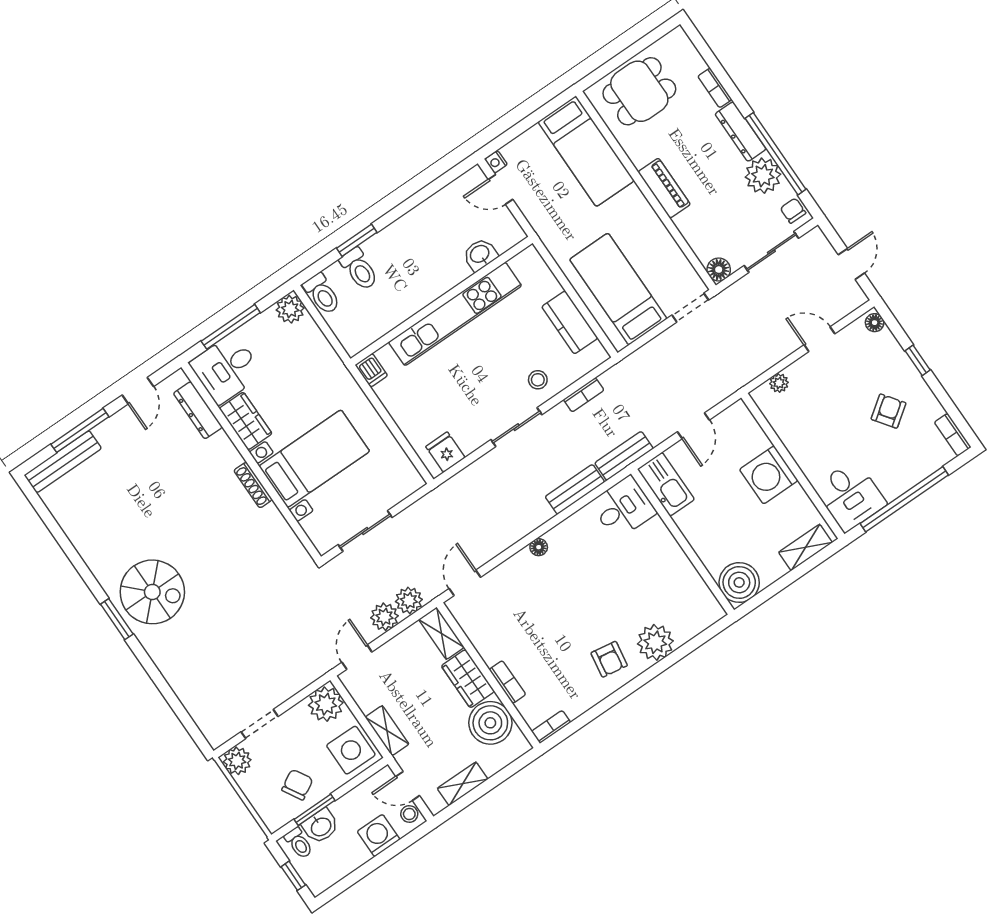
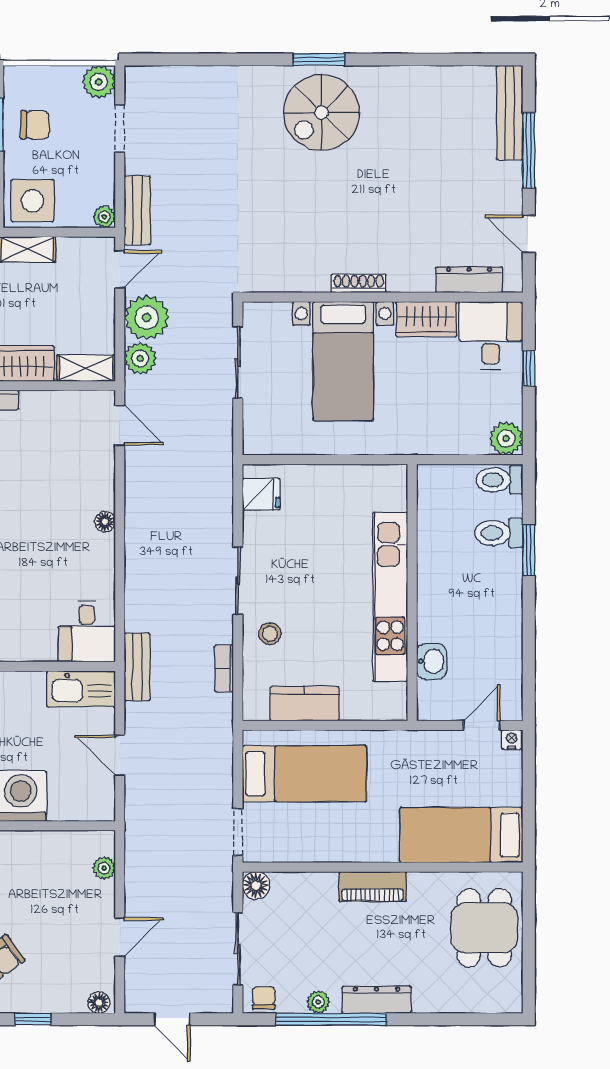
bookcase: (715, 88) -> (437, 1004), removed
plant: (763, 176) -> (318, 1002), width x0.53, depth x0.53
chair: (793, 211) -> (264, 998), turned -90
window: (231, 327) -> (529, 368), width x0.46
dishwasher: (371, 370) -> (391, 477), removed
bench: (575, 489) -> (137, 211), moved
plant: (385, 617) -> (147, 318), width x1.36, depth x1.36
door: (357, 657) -> (120, 269), hinge flipped
plant: (326, 704) -> (104, 217), width x0.53, depth x0.53
chair: (297, 785) -> (35, 125), turned -60

